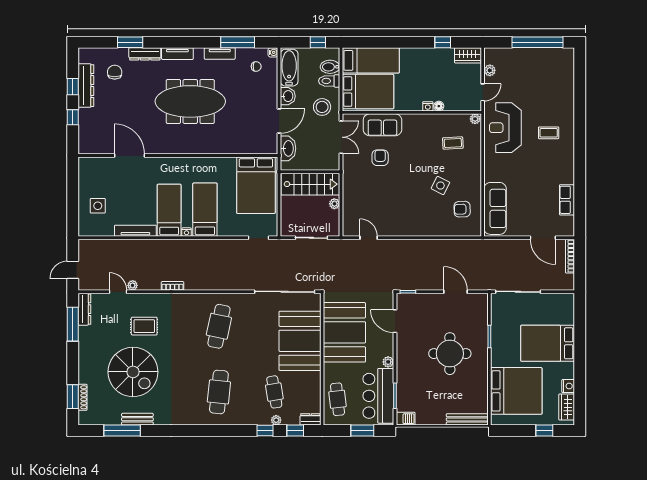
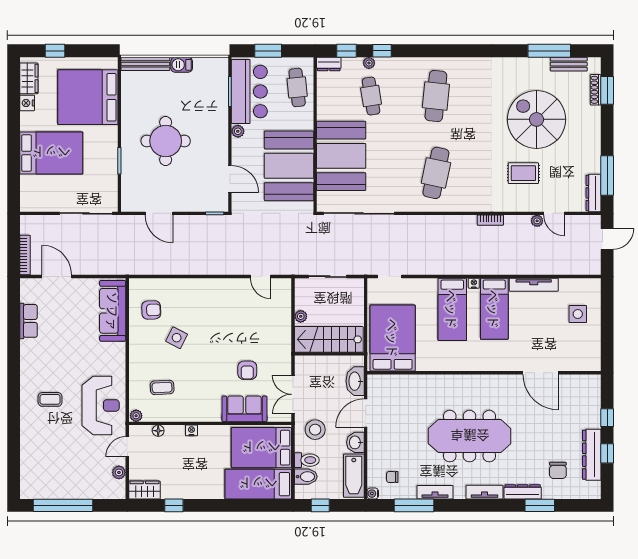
floor lamp: (439, 106) -> (158, 431), moved
bench: (137, 419) -> (569, 64), moved
barbecue: (406, 419) -> (182, 65), moved

